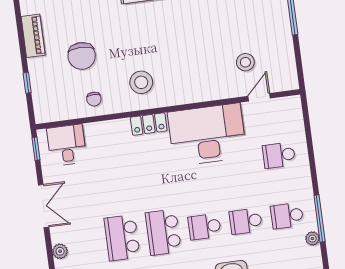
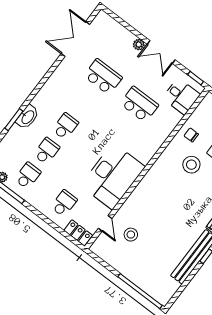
stool: (141, 82) -> (191, 165), moved
locker: (149, 124) -> (78, 233), moved, turned 90
school desk: (163, 232) -> (139, 104), moved
plant: (60, 251) -> (139, 45), moved

